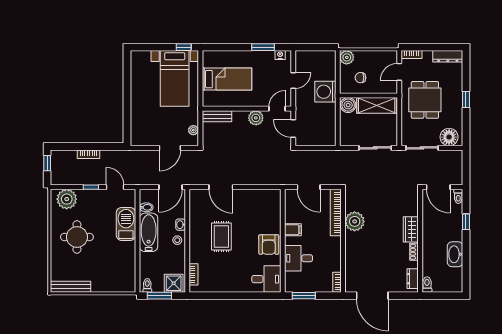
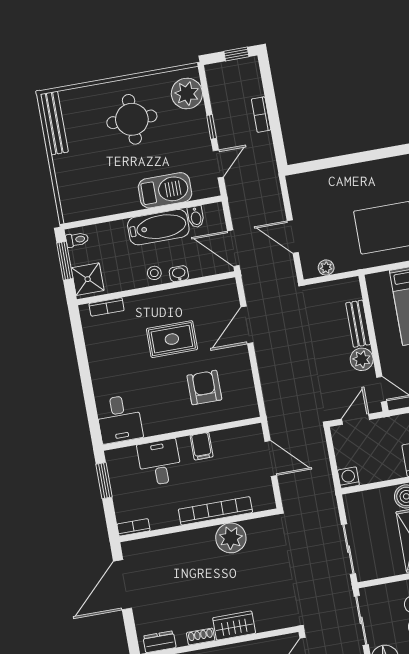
bench: (217, 116) -> (358, 324), moved
washing machine: (330, 140) -> (348, 478), added
door: (309, 187) -> (271, 458), swing flipped
bookcase: (336, 213) -> (215, 511), moved
armchair: (269, 245) -> (204, 388), moved, turned 90

